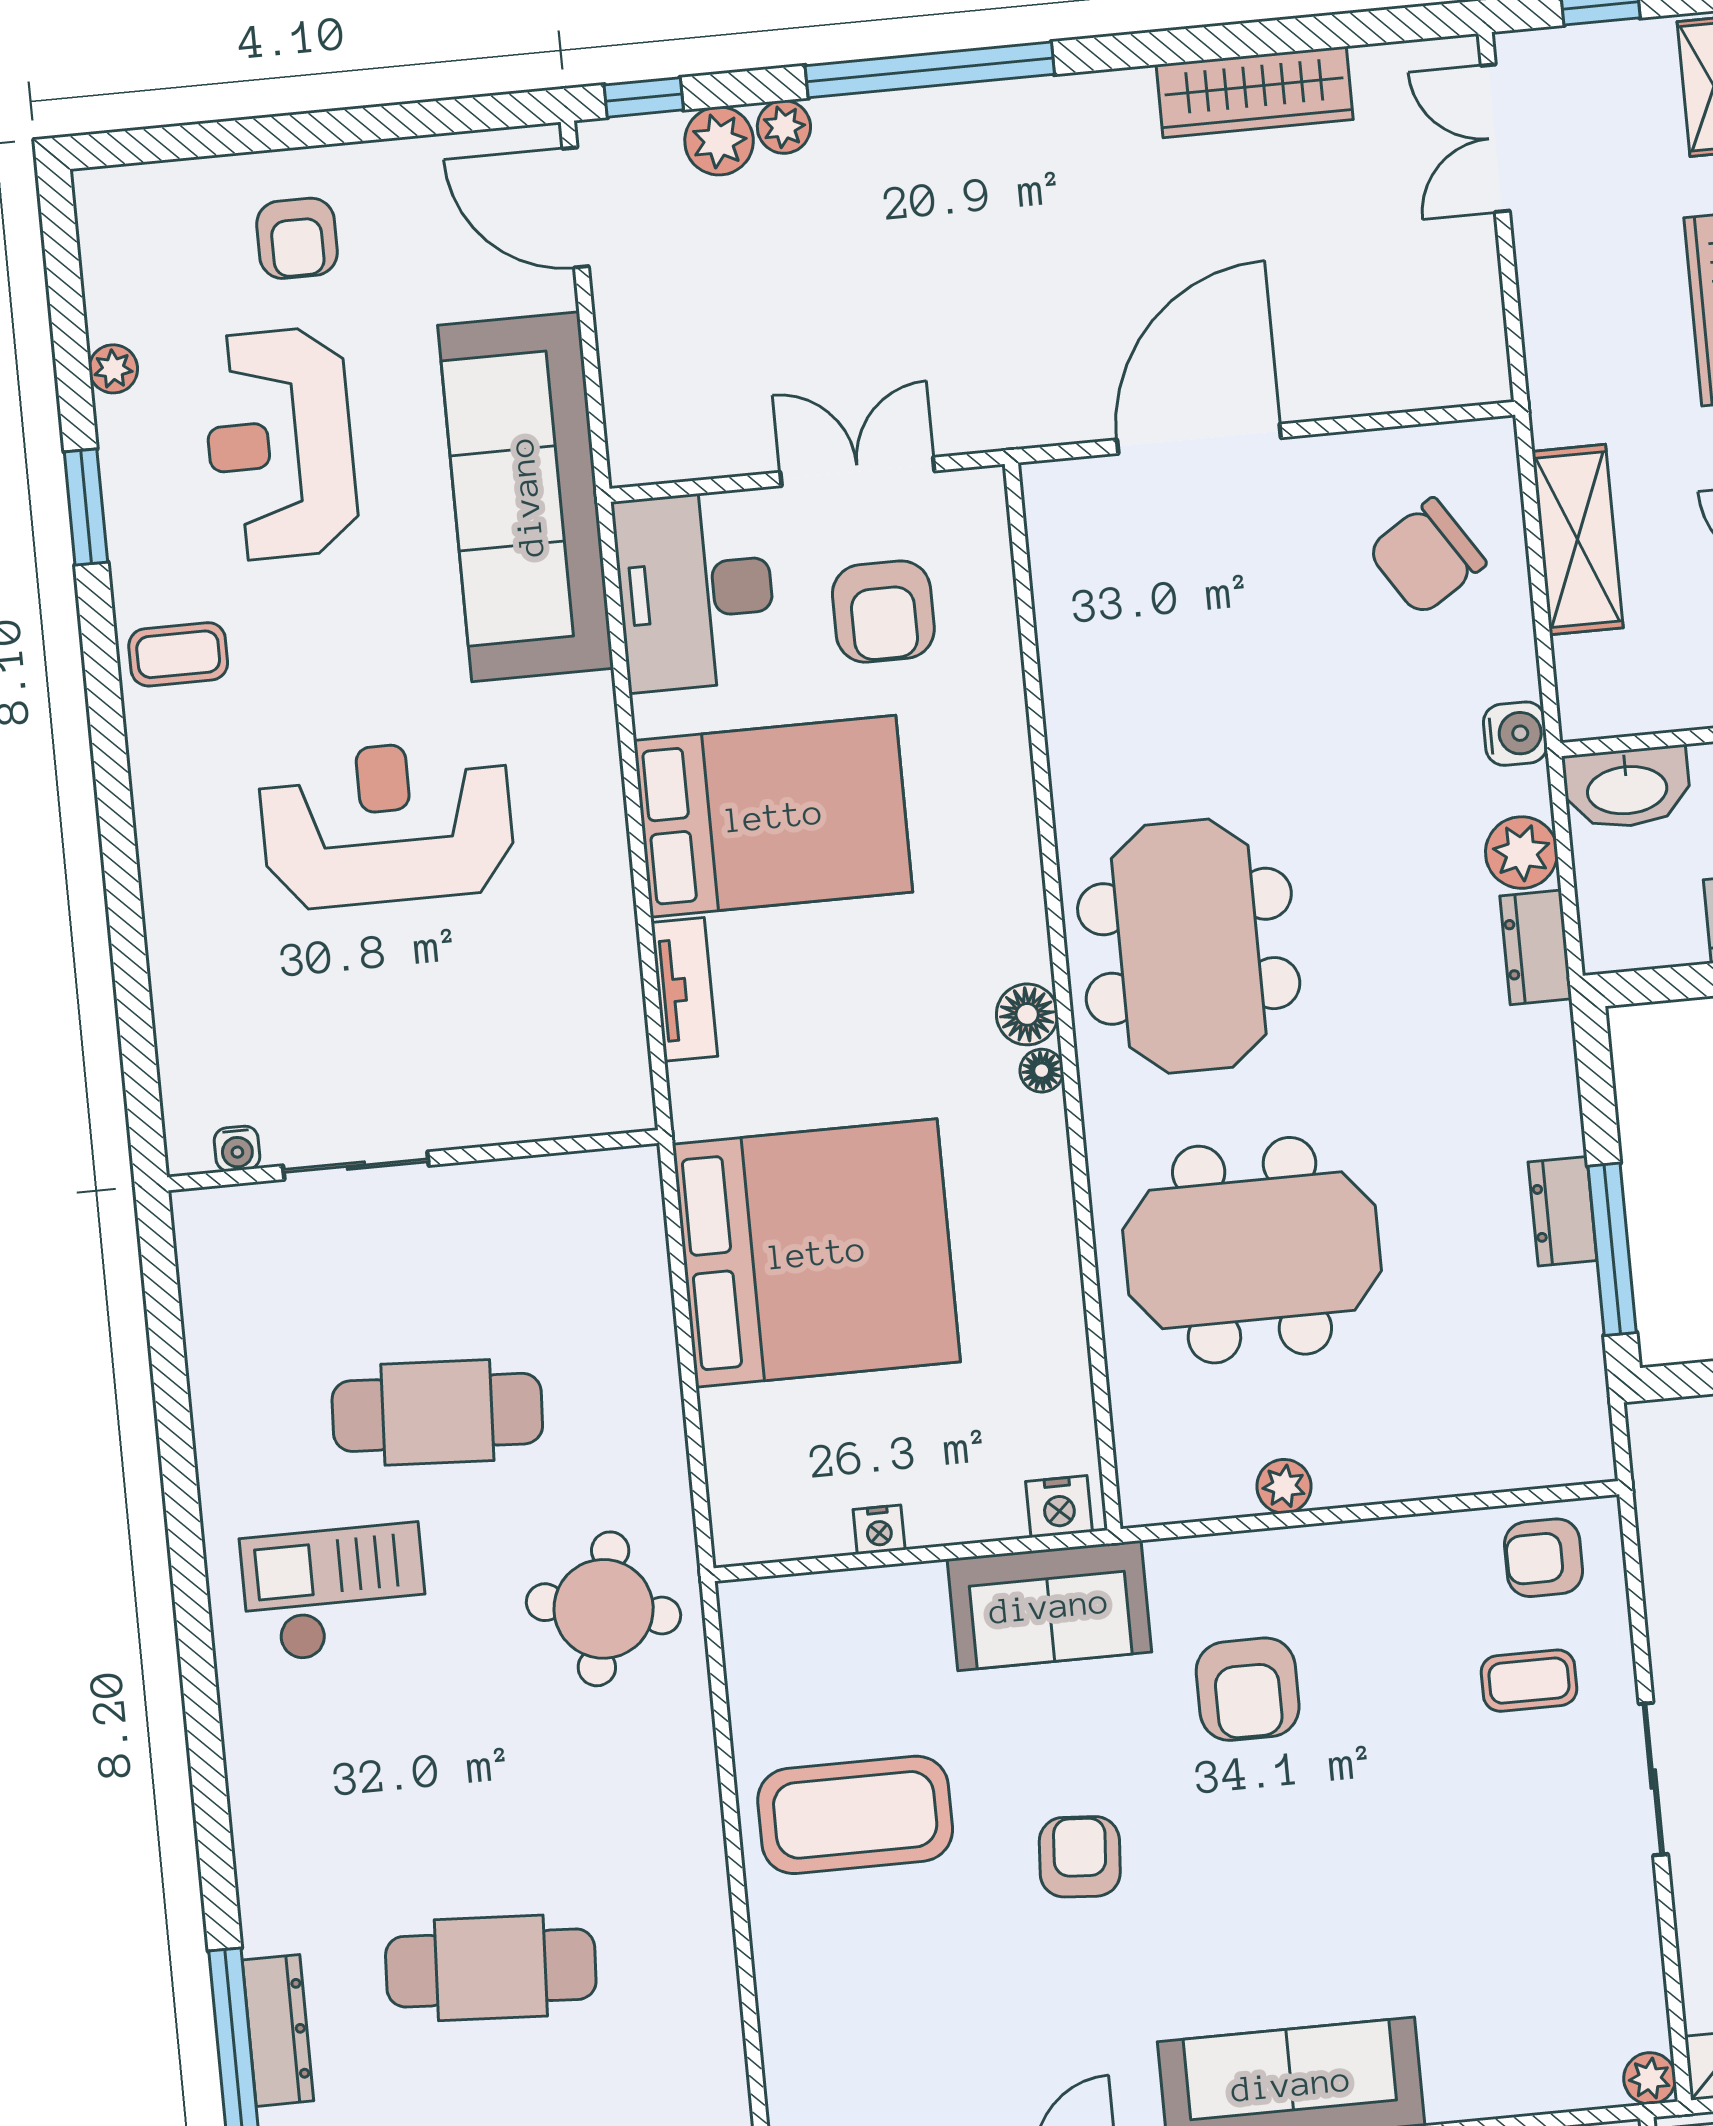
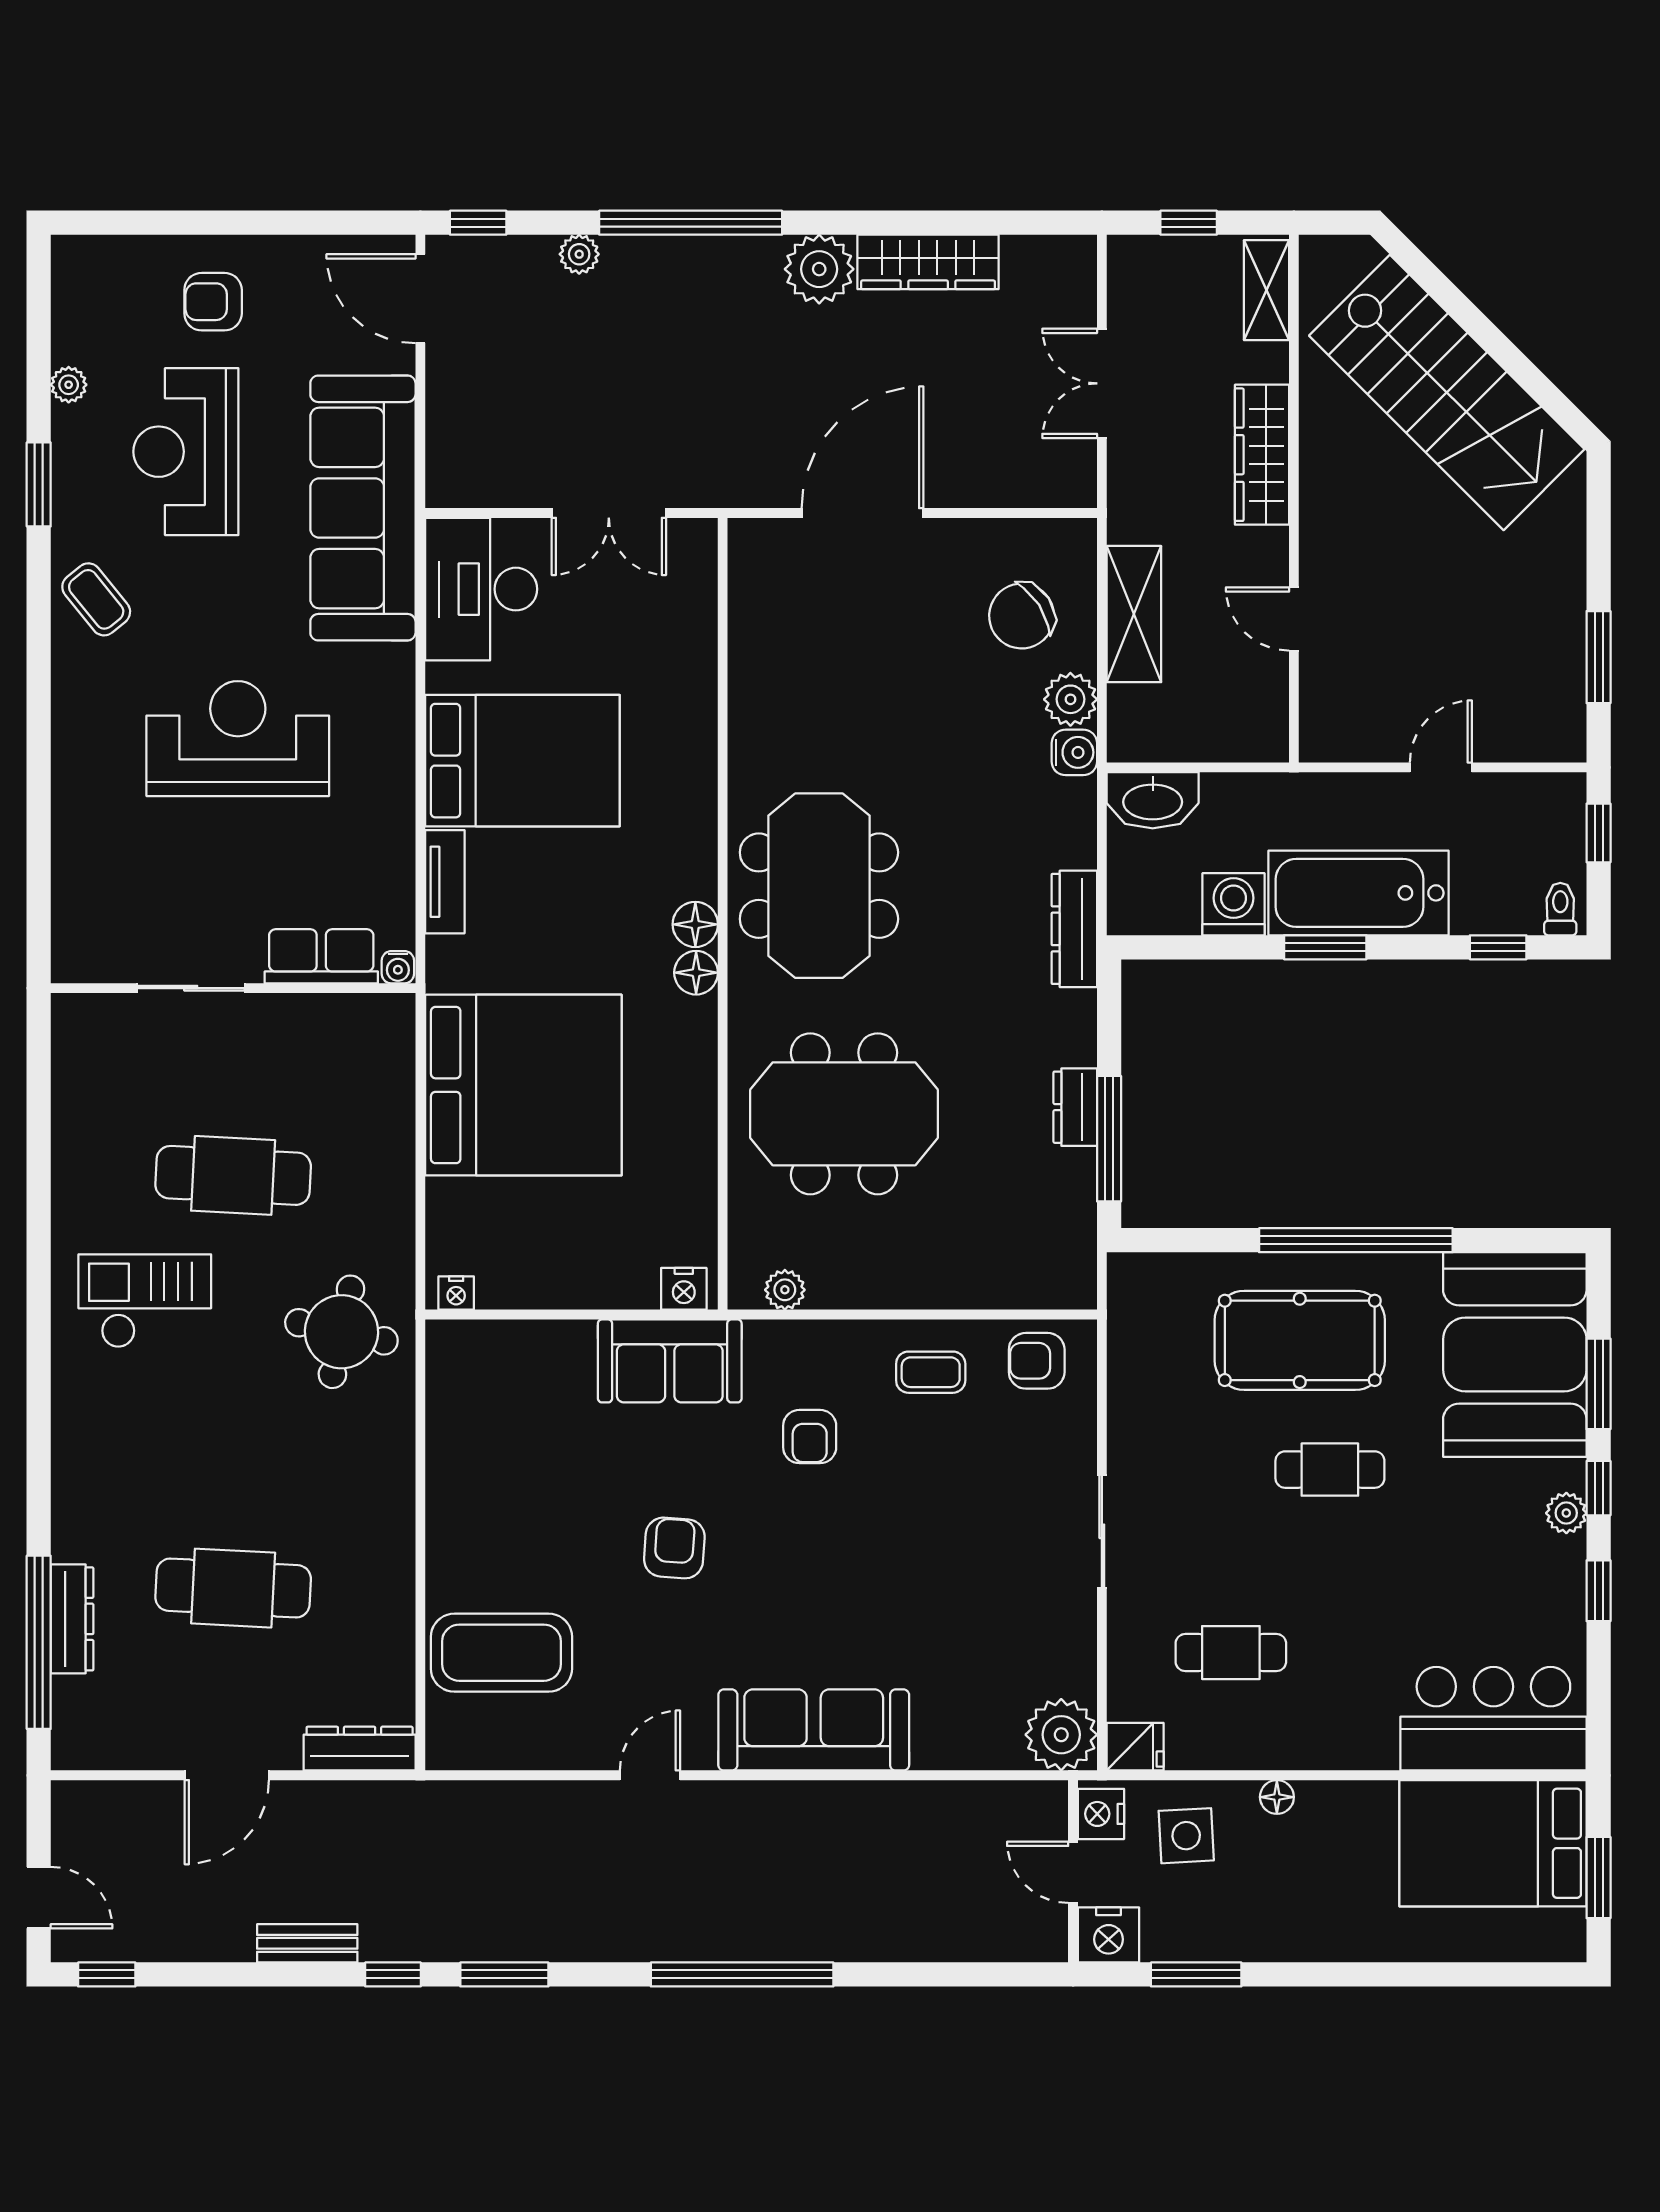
double door: (1495, 138) -> (1102, 383), moved
plant: (719, 141) -> (819, 269), moved, width x1.36, depth x1.36
armchair: (297, 238) -> (213, 302), turned 90
double door: (857, 472) -> (609, 513), swing flipped
armchair: (883, 612) -> (618, 618), removed
coffee table: (178, 654) -> (96, 599), turned 51
plant: (1522, 853) -> (1070, 699), moved
dresser: (1536, 947) -> (1074, 929), width x1.44
floor lamp: (1042, 1071) -> (696, 973), width x1.37, depth x1.37
row of seats: (528, 1106) -> (321, 956), added
water cooler: (237, 1149) -> (398, 967), moved
plant: (1284, 1486) -> (785, 1290), moved
nightstand: (879, 1530) -> (456, 1293), moved
coffee table: (1529, 1681) -> (931, 1372), moved
armchair: (1248, 1689) -> (810, 1437), width x0.72, depth x0.72
coffee table: (855, 1815) -> (501, 1653), moved
plant: (1650, 2078) -> (1061, 1735), width x1.87, depth x1.87

